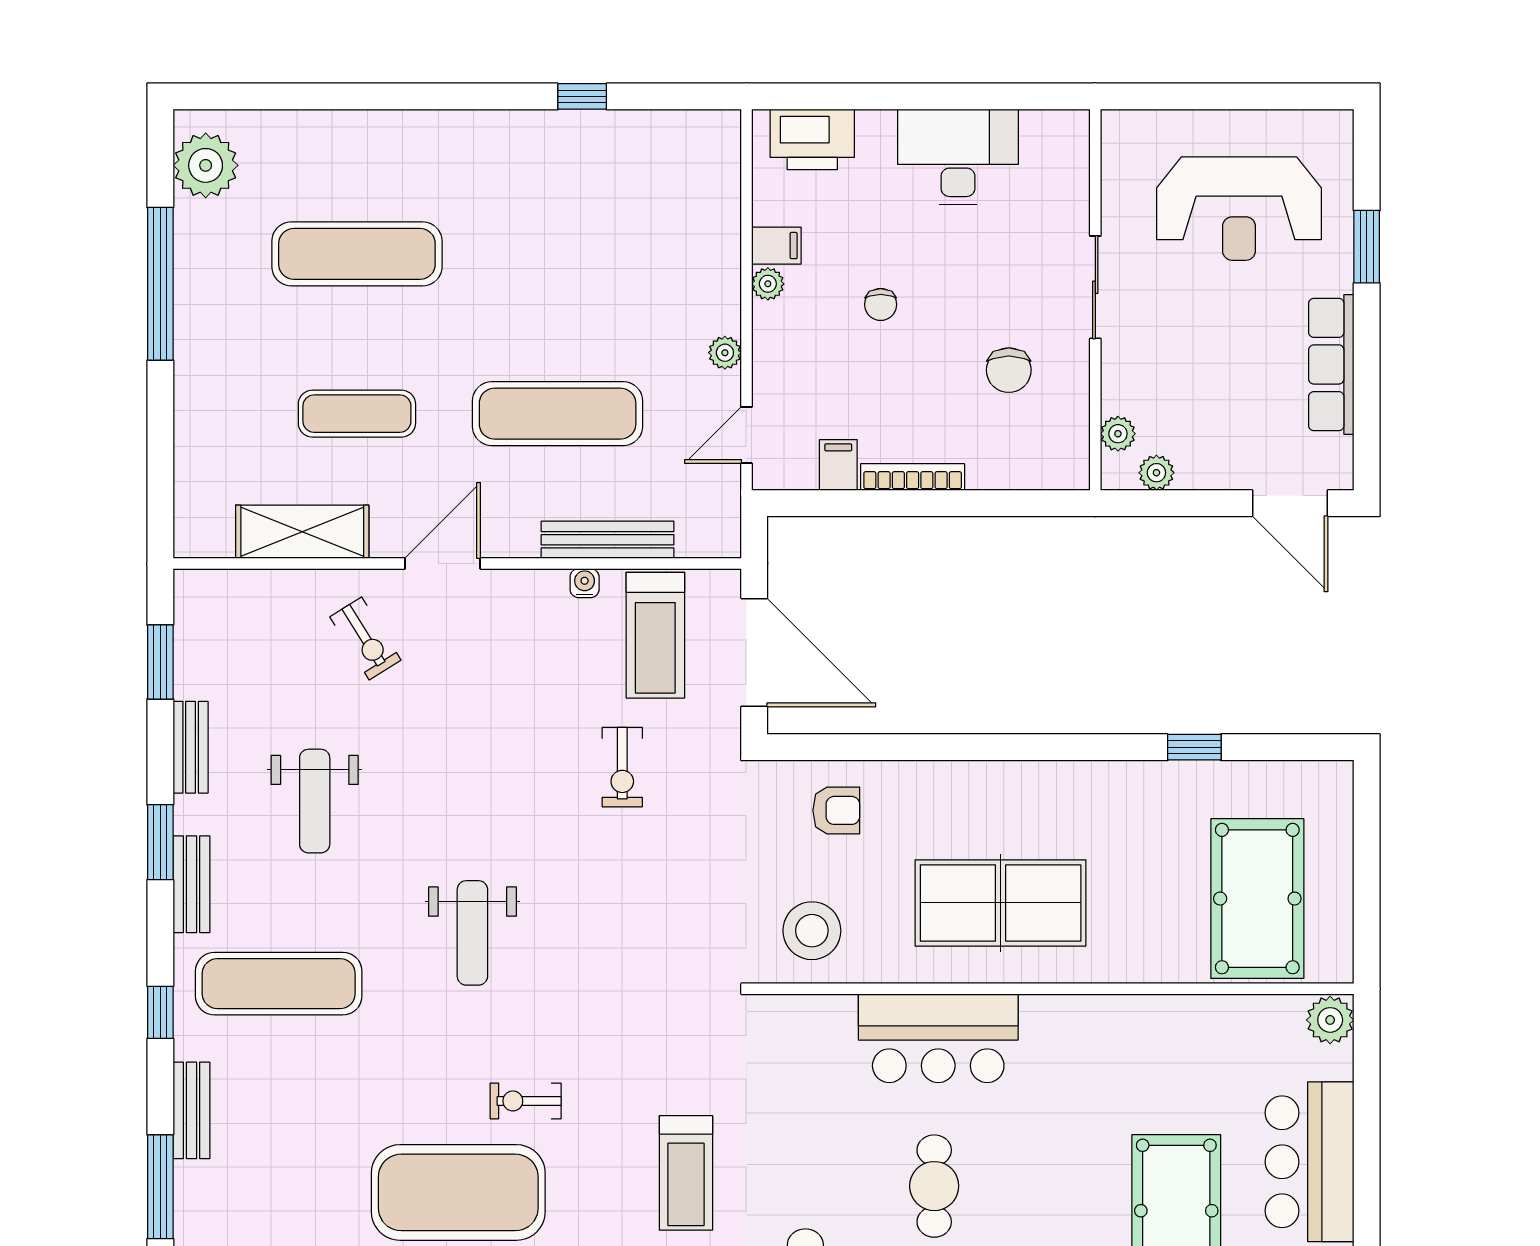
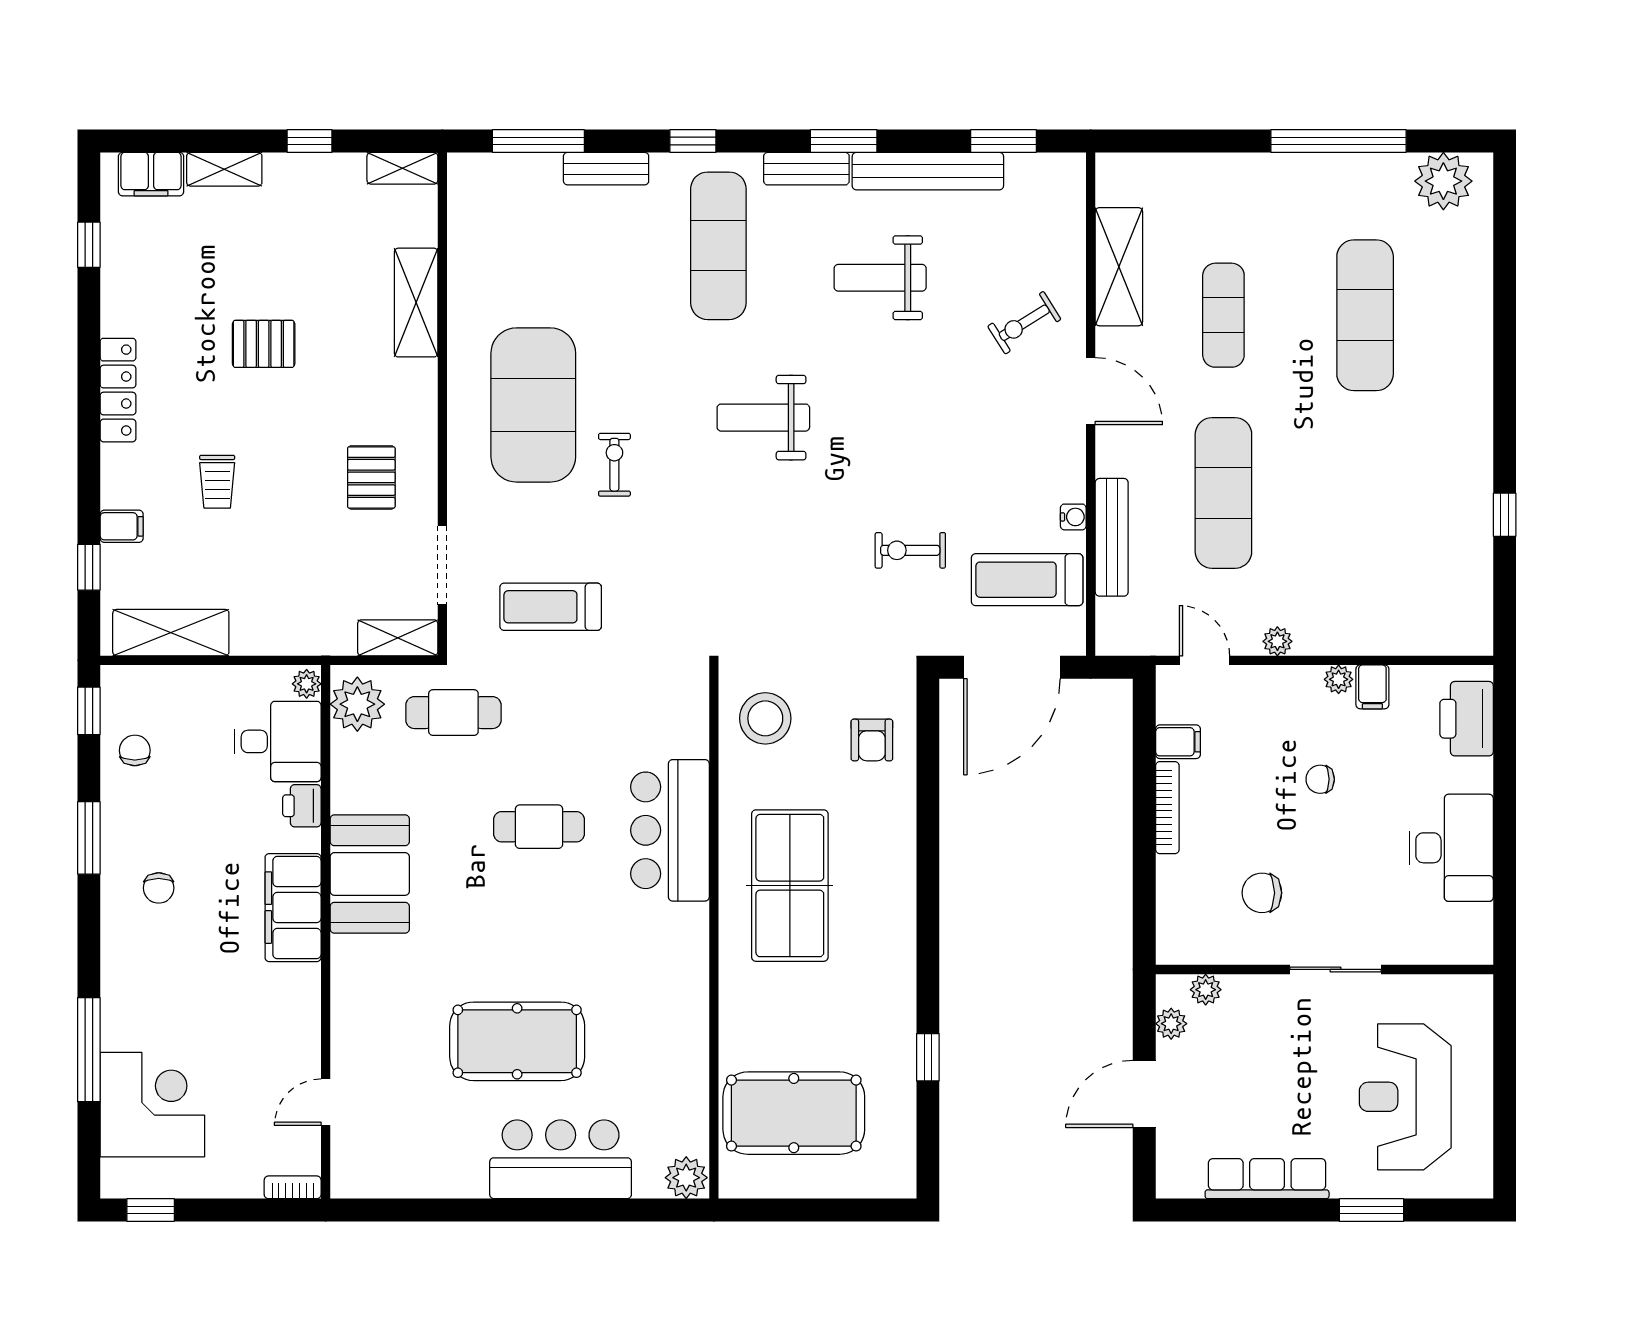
door: (1290, 503) -> (1144, 1094), moved
bench: (191, 747) -> (928, 171), width x1.86, depth x1.21

